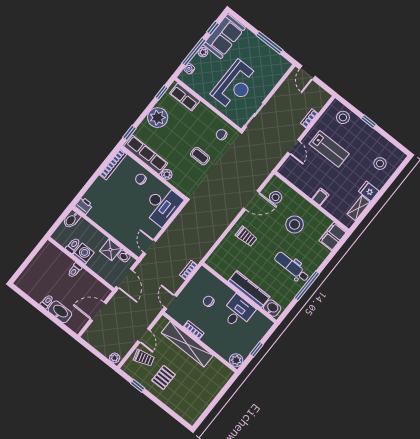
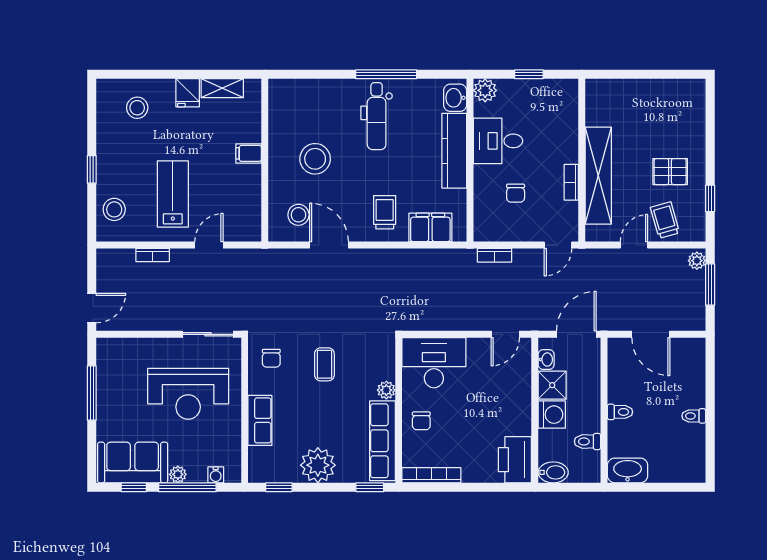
reception desk: (235, 85) -> (188, 394), turned 180
row of seats: (185, 97) -> (260, 420), moved
printer: (84, 205) -> (515, 460), width x1.87, depth x1.48
filing cabinet: (333, 236) -> (430, 227), moved, turned 180
washing machine: (84, 254) -> (552, 415), moved, turned 180
washbasin: (60, 312) -> (628, 470), moved, turned 90
window: (99, 355) -> (710, 285), added
plant: (236, 360) -> (485, 90), moved

